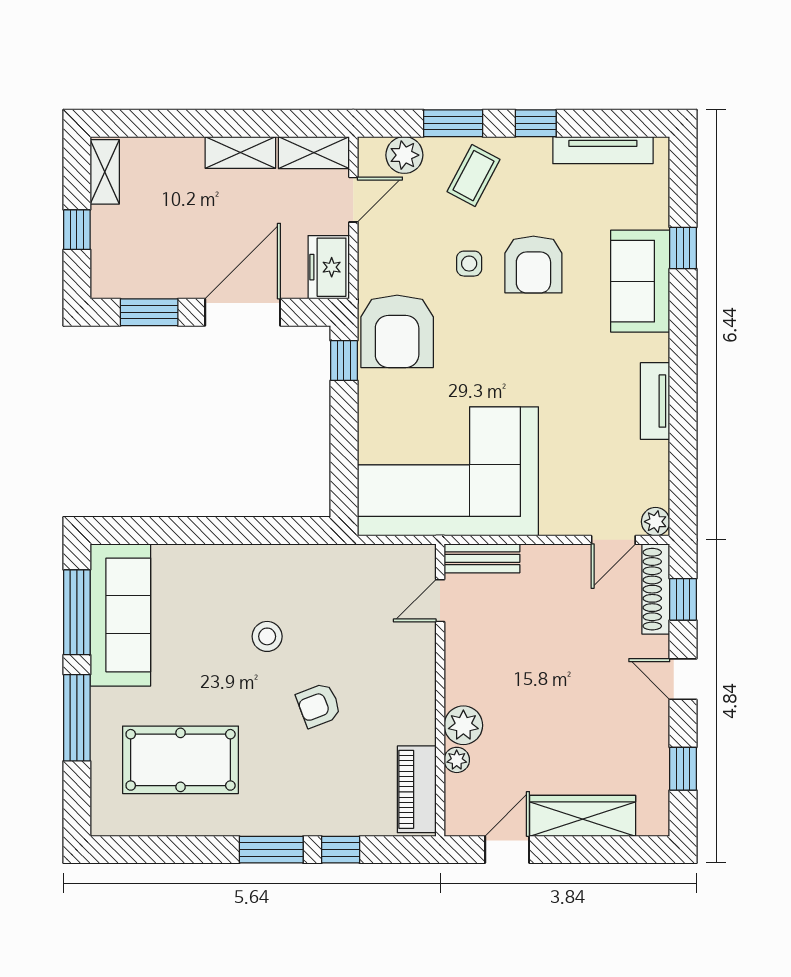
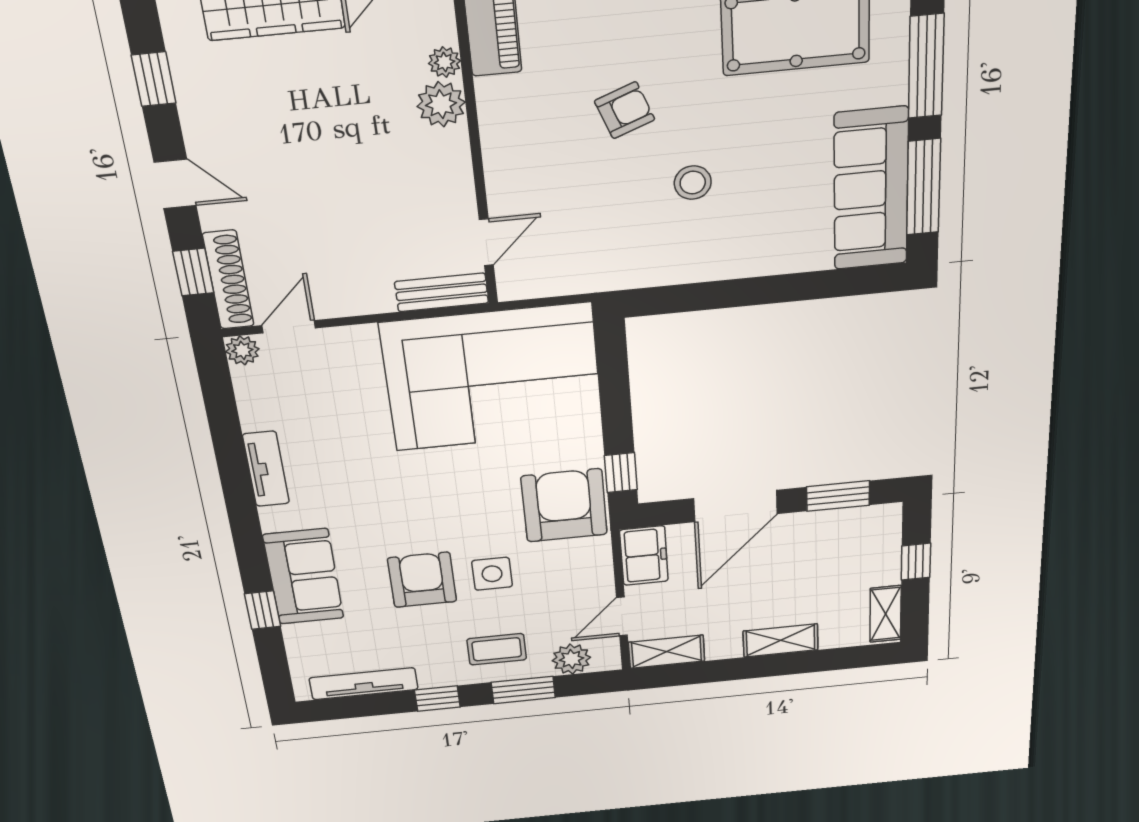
shelving: (240, 152) -> (781, 640), moved
coffee table: (474, 176) -> (497, 649), turned 62
side table: (469, 264) -> (492, 574), width x1.37, depth x1.37

